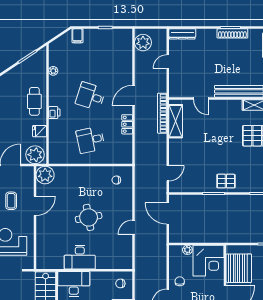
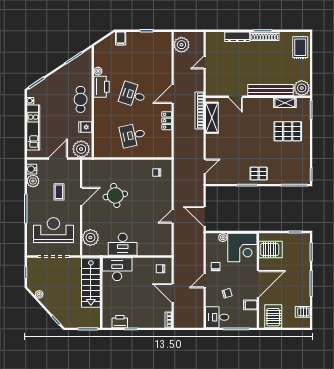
dresser: (182, 34) -> (237, 37), moved
printer: (54, 113) -> (101, 87), moved, width x1.87, depth x1.48
plant: (45, 175) -> (90, 237), moved
door: (168, 214) -> (205, 217), moved
round table: (89, 217) -> (115, 195), moved
server rack: (239, 268) -> (271, 250), width x0.62

